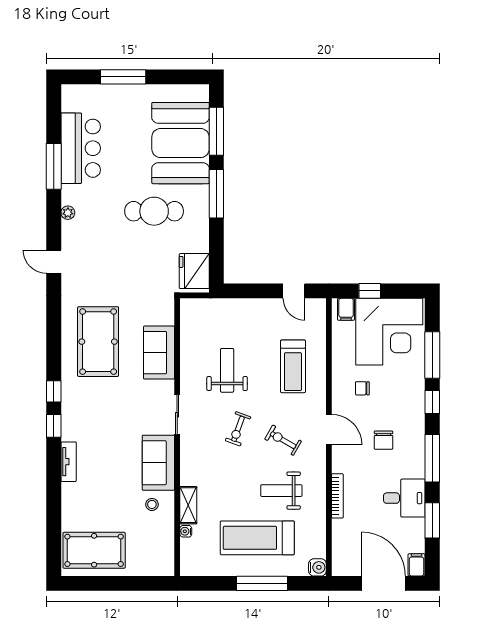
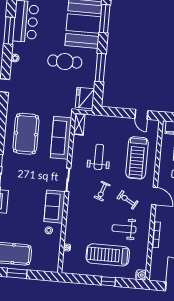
window: (216, 194) -> (100, 68), moved
sofa: (159, 353) -> (61, 138), width x1.36
treadmill: (293, 366) -> (137, 158), width x1.37, depth x1.38
shelving: (188, 505) -> (79, 124), moved
window: (104, 583) -> (17, 273), added
window: (262, 583) -> (108, 281), width x0.46

